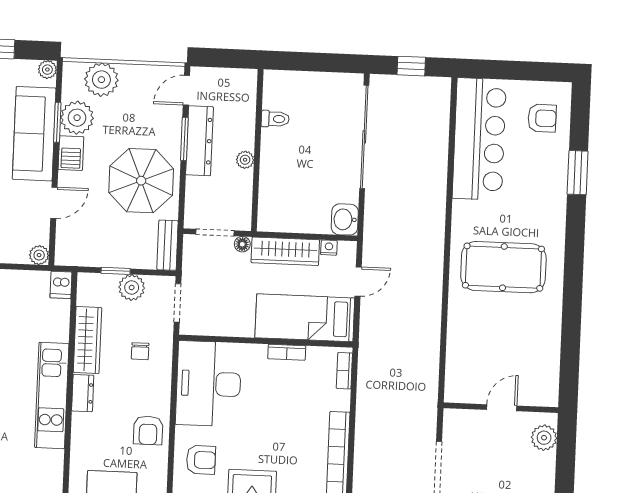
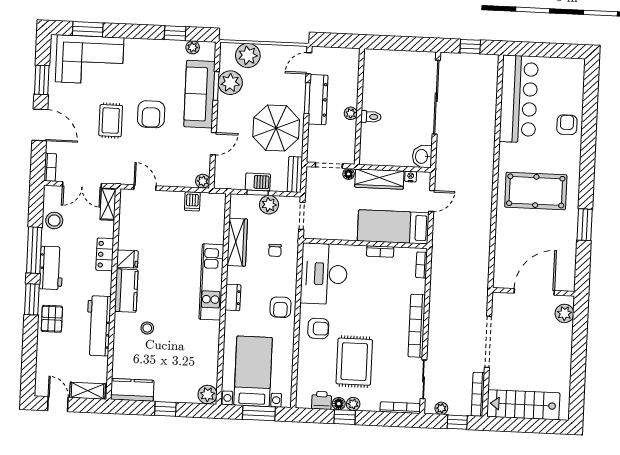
plant: (47, 70) -> (193, 47), moved
armchair: (542, 118) -> (567, 125), moved, turned -90
toilet: (275, 119) -> (371, 117), moved
barbecue: (71, 153) -> (258, 182), moved, turned -90
window: (578, 173) -> (585, 225), moved
dishwasher: (61, 285) -> (192, 201), moved
dresser: (83, 393) -> (233, 297), moved
door: (502, 408) -> (534, 292), width x1.88

